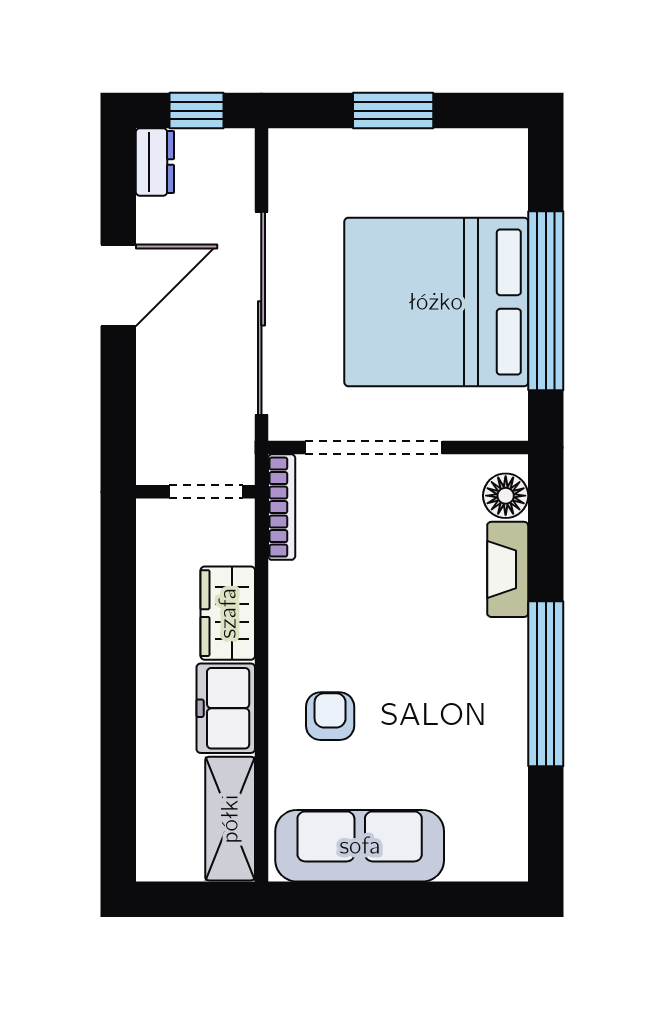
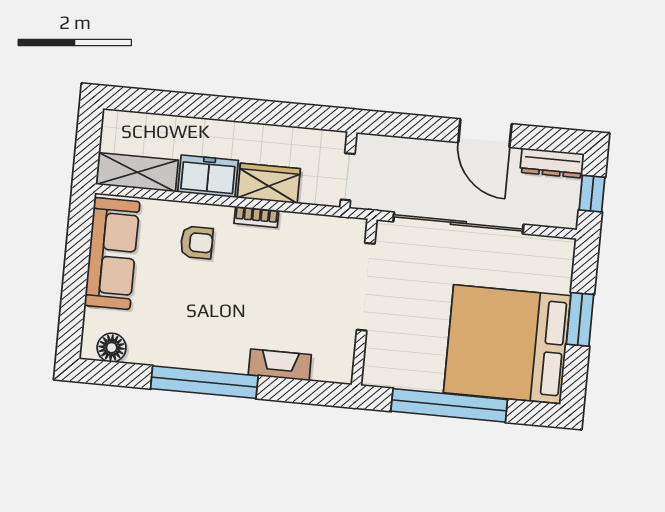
dresser: (155, 162) -> (552, 163), width x1.44
bed: (436, 302) -> (507, 344), moved, turned -90
floor lamp: (506, 496) -> (112, 348), moved
bookcase: (282, 507) -> (256, 217), moved, width x0.64

